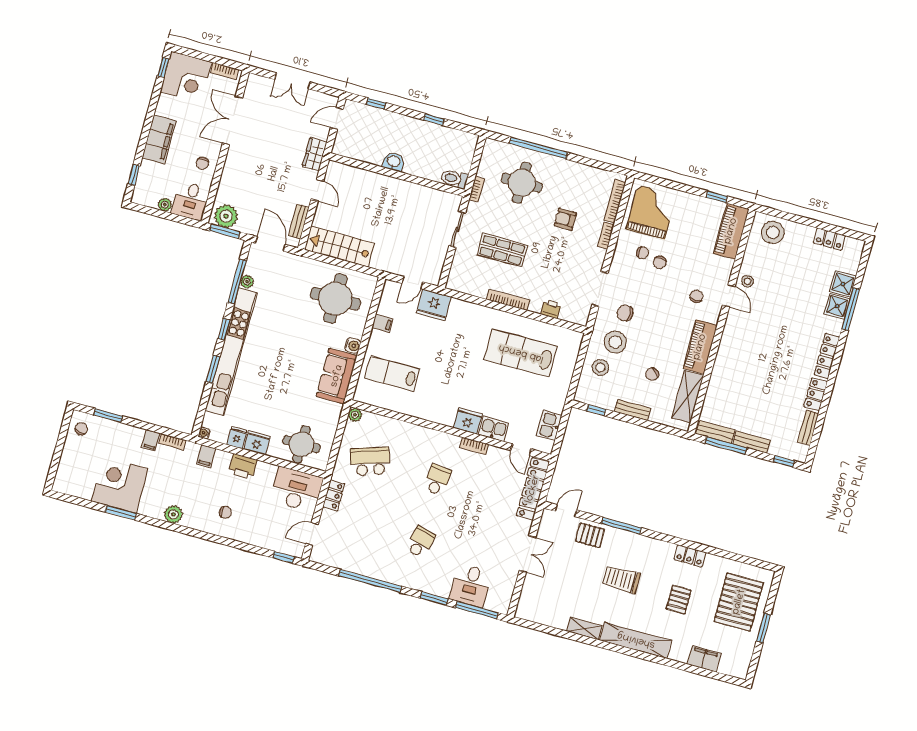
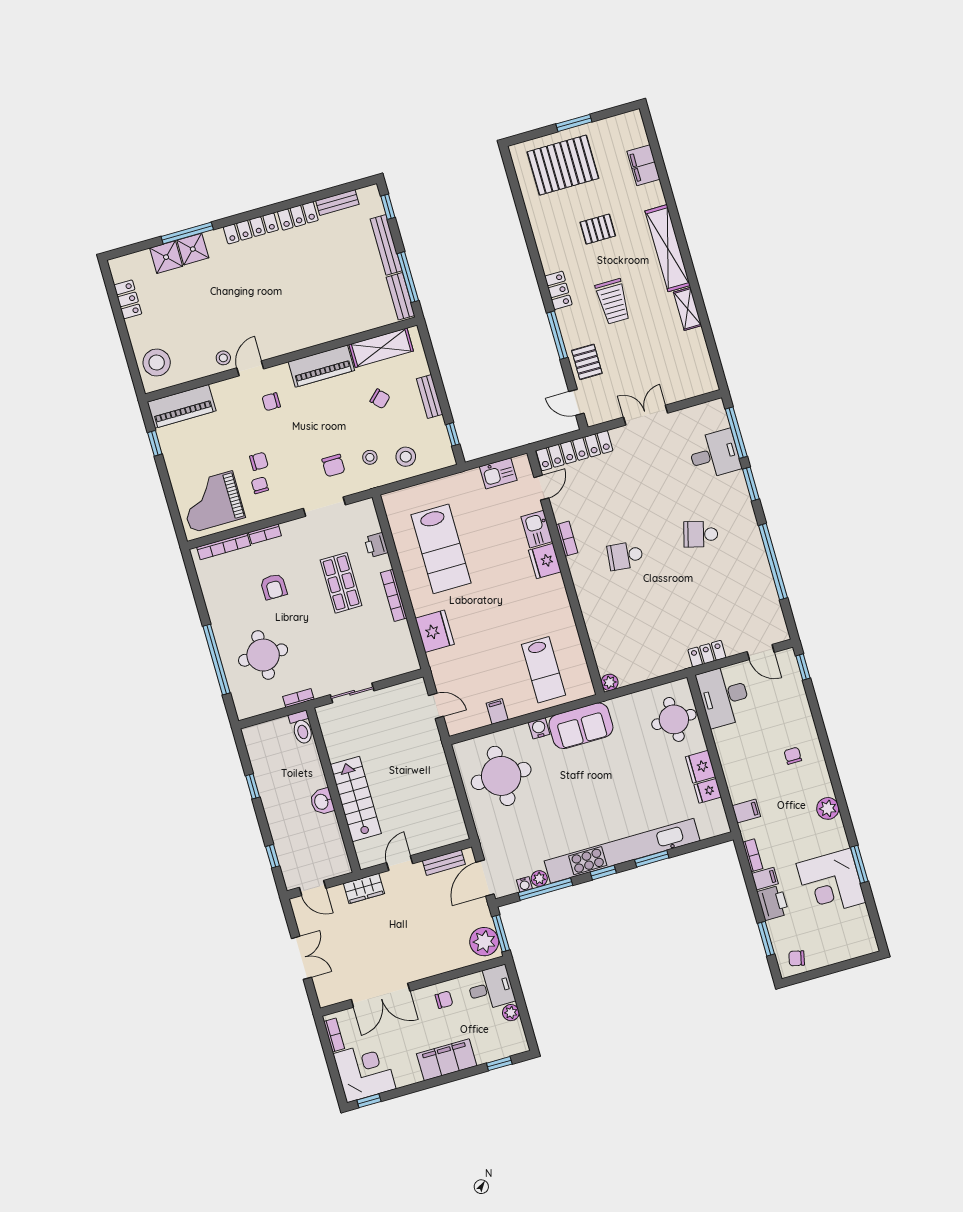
stairs: (340, 246) -> (356, 799), moved, turned 180
shop shelf: (502, 250) -> (341, 583), moved
fridge: (434, 305) -> (435, 631), moved
stool: (615, 342) -> (370, 457), width x0.53, depth x0.53
water cooler: (204, 433) -> (524, 884), moved
bench: (752, 442) -> (386, 245), width x1.36
school desk: (370, 461) -> (648, 637), removed
printer: (243, 466) -> (773, 903), moved
locker: (690, 556) -> (558, 290), moved

